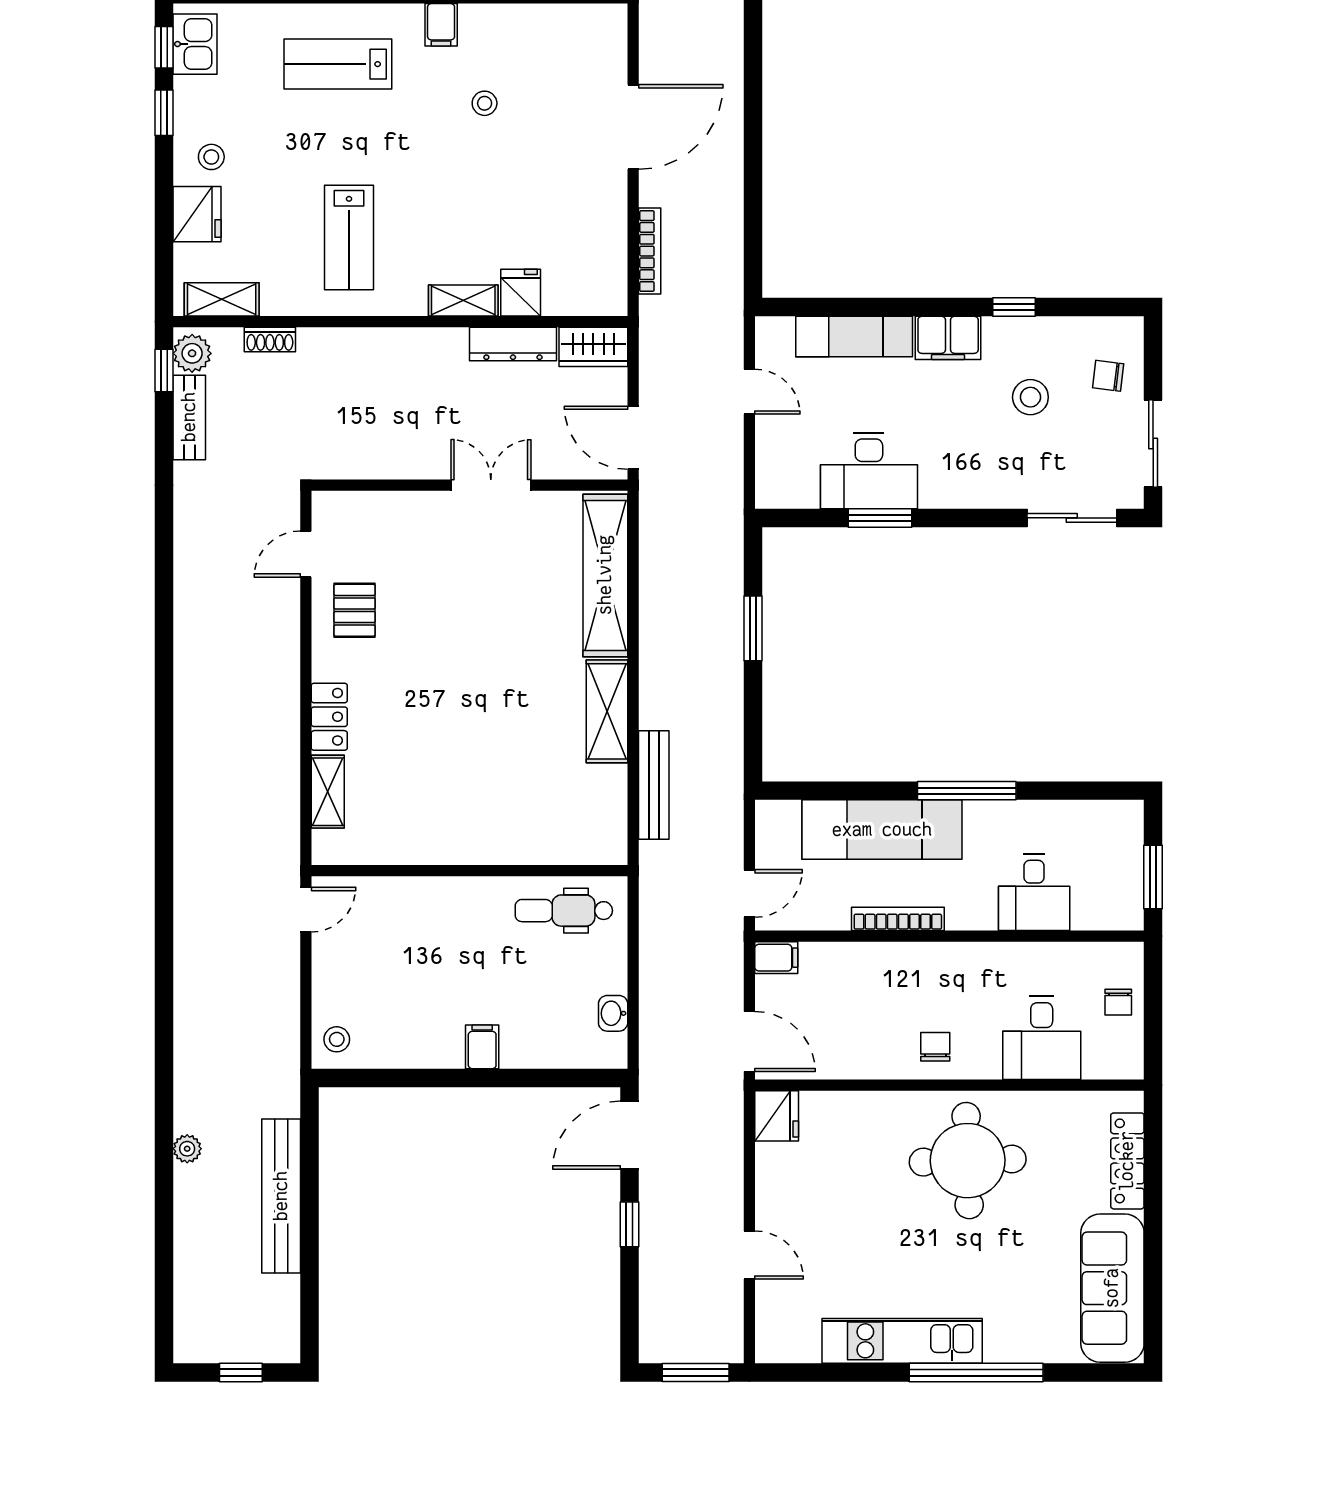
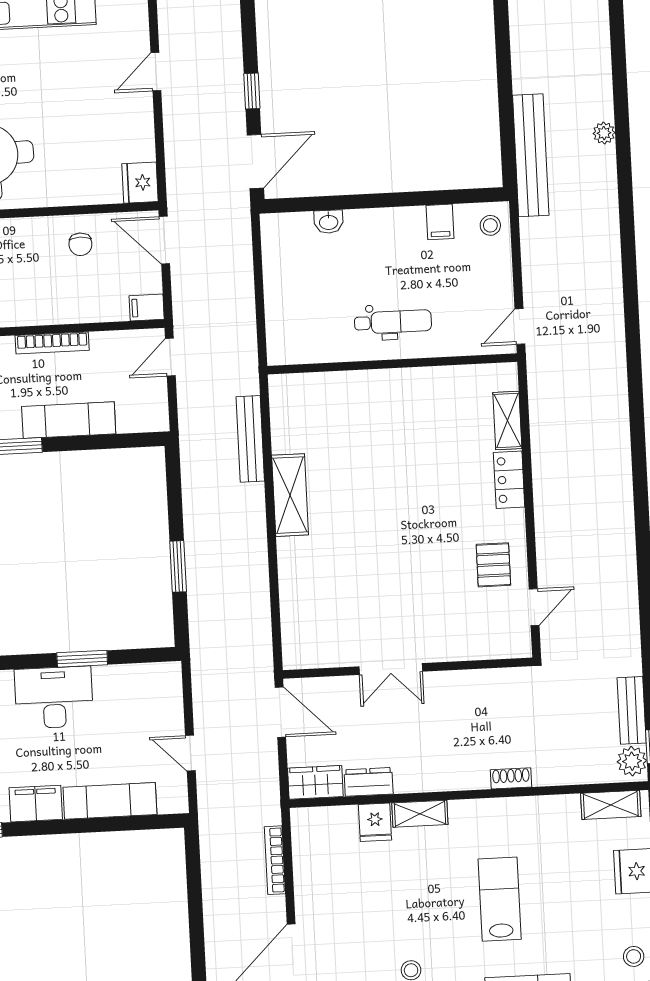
stool: (211, 157) -> (634, 956), moved
lab bench: (349, 238) -> (500, 899), moved
shoe rack: (270, 339) -> (511, 778), moved
dresser: (513, 344) -> (369, 782), width x0.70
desk: (869, 471) -> (54, 697), moved
shelving: (605, 575) -> (297, 602), removed
exam couch: (882, 830) -> (69, 420), width x0.73, depth x0.69
dental chair: (564, 911) -> (393, 322), moved
washbasin: (613, 1013) -> (329, 222), moved, turned 90
filing cabinet: (482, 1047) -> (440, 222), moved
chair: (935, 1047) -> (80, 244), moved
bench: (281, 1196) -> (531, 155), moved
door: (749, 1255) -> (156, 72), hinge flipped

